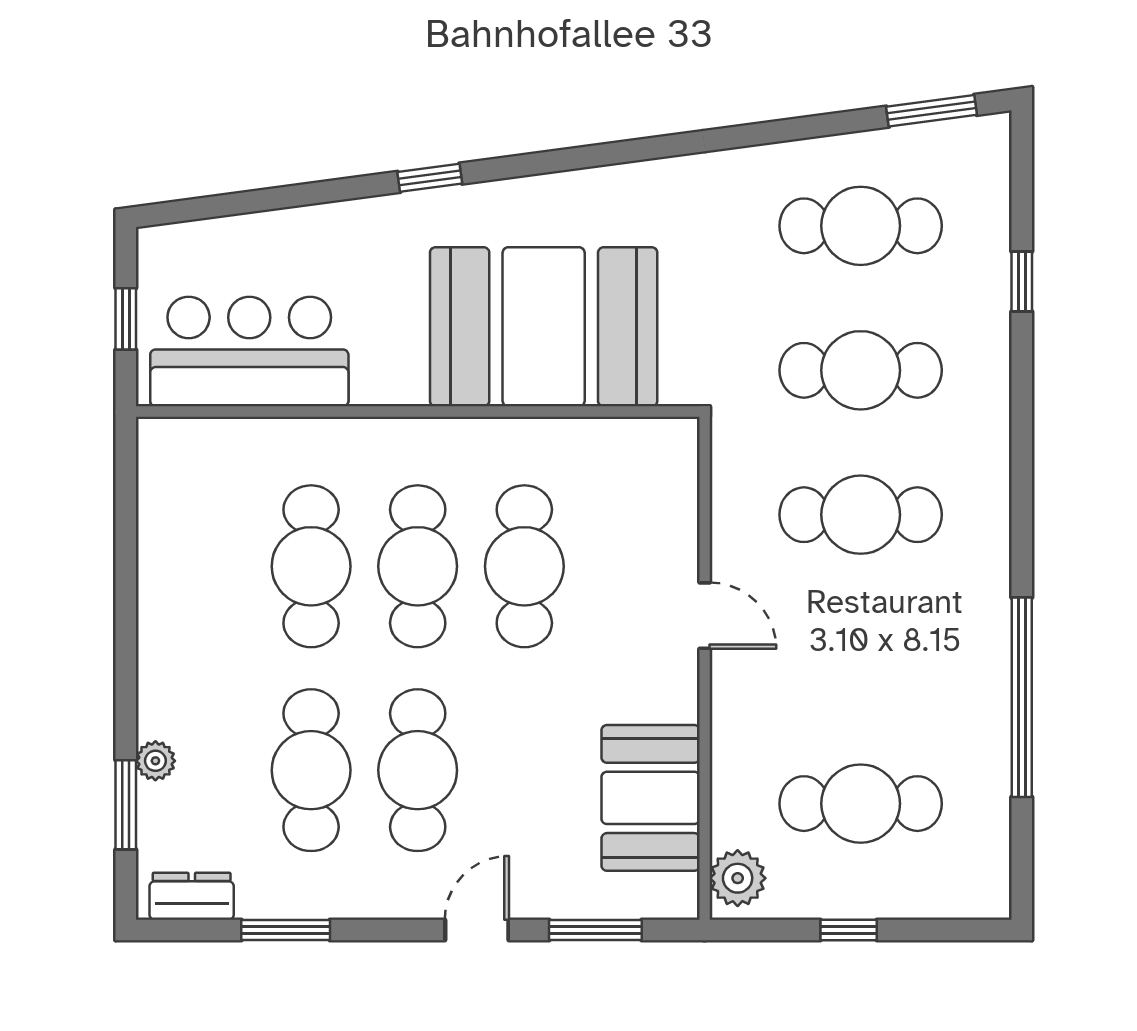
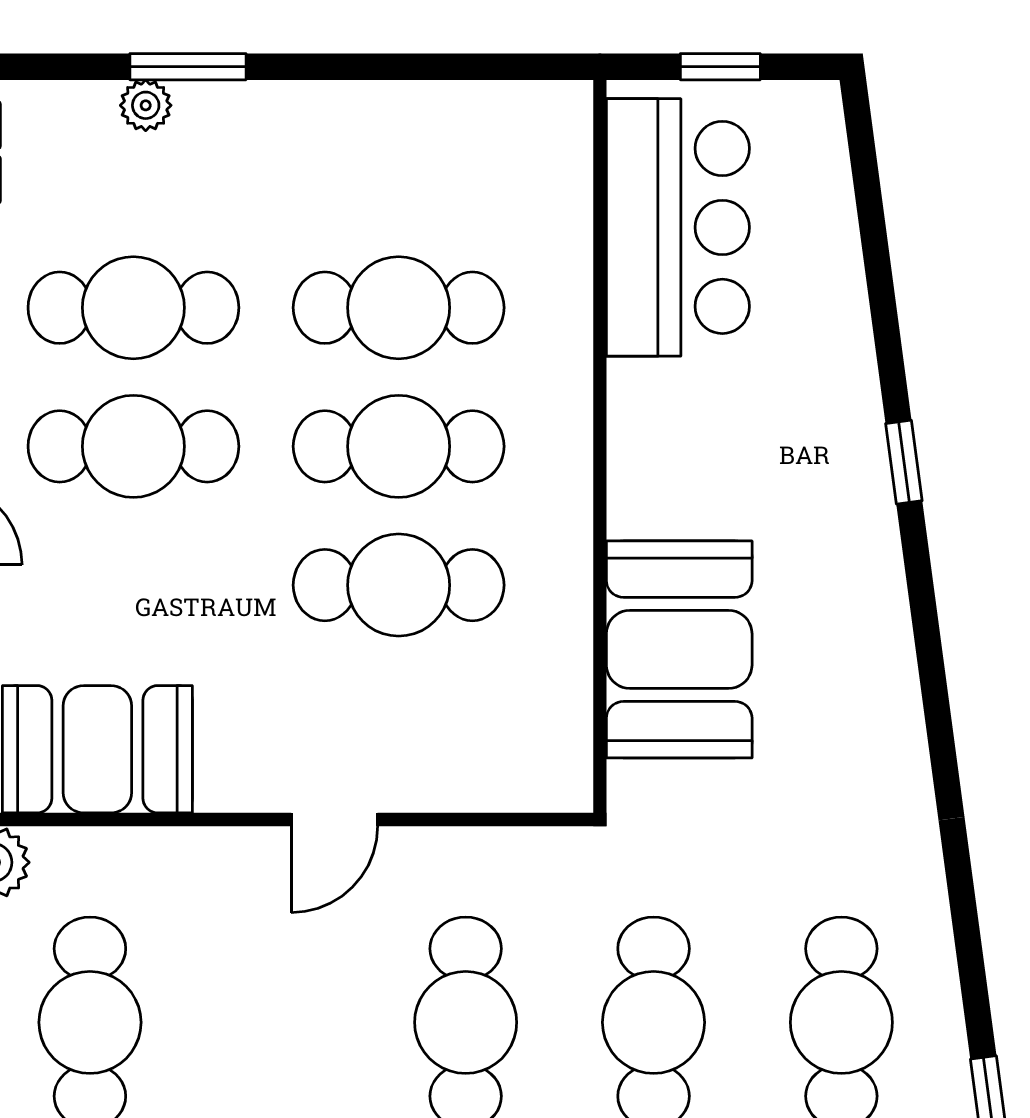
booth: (544, 327) -> (679, 649), width x0.73, depth x0.70
window: (126, 805) -> (188, 67), moved

